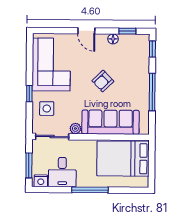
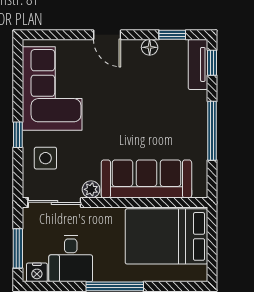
tv unit: (144, 50) -> (198, 64), added
armchair: (103, 81) -> (134, 114), removed

